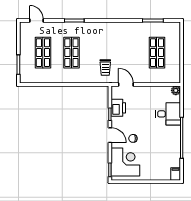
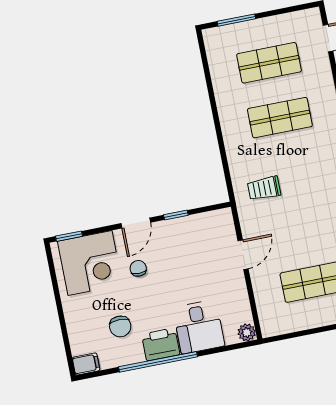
door: (126, 85) -> (243, 255), moved
printer: (118, 108) -> (161, 344), moved, turned 180
chair: (160, 153) -> (120, 326), added

